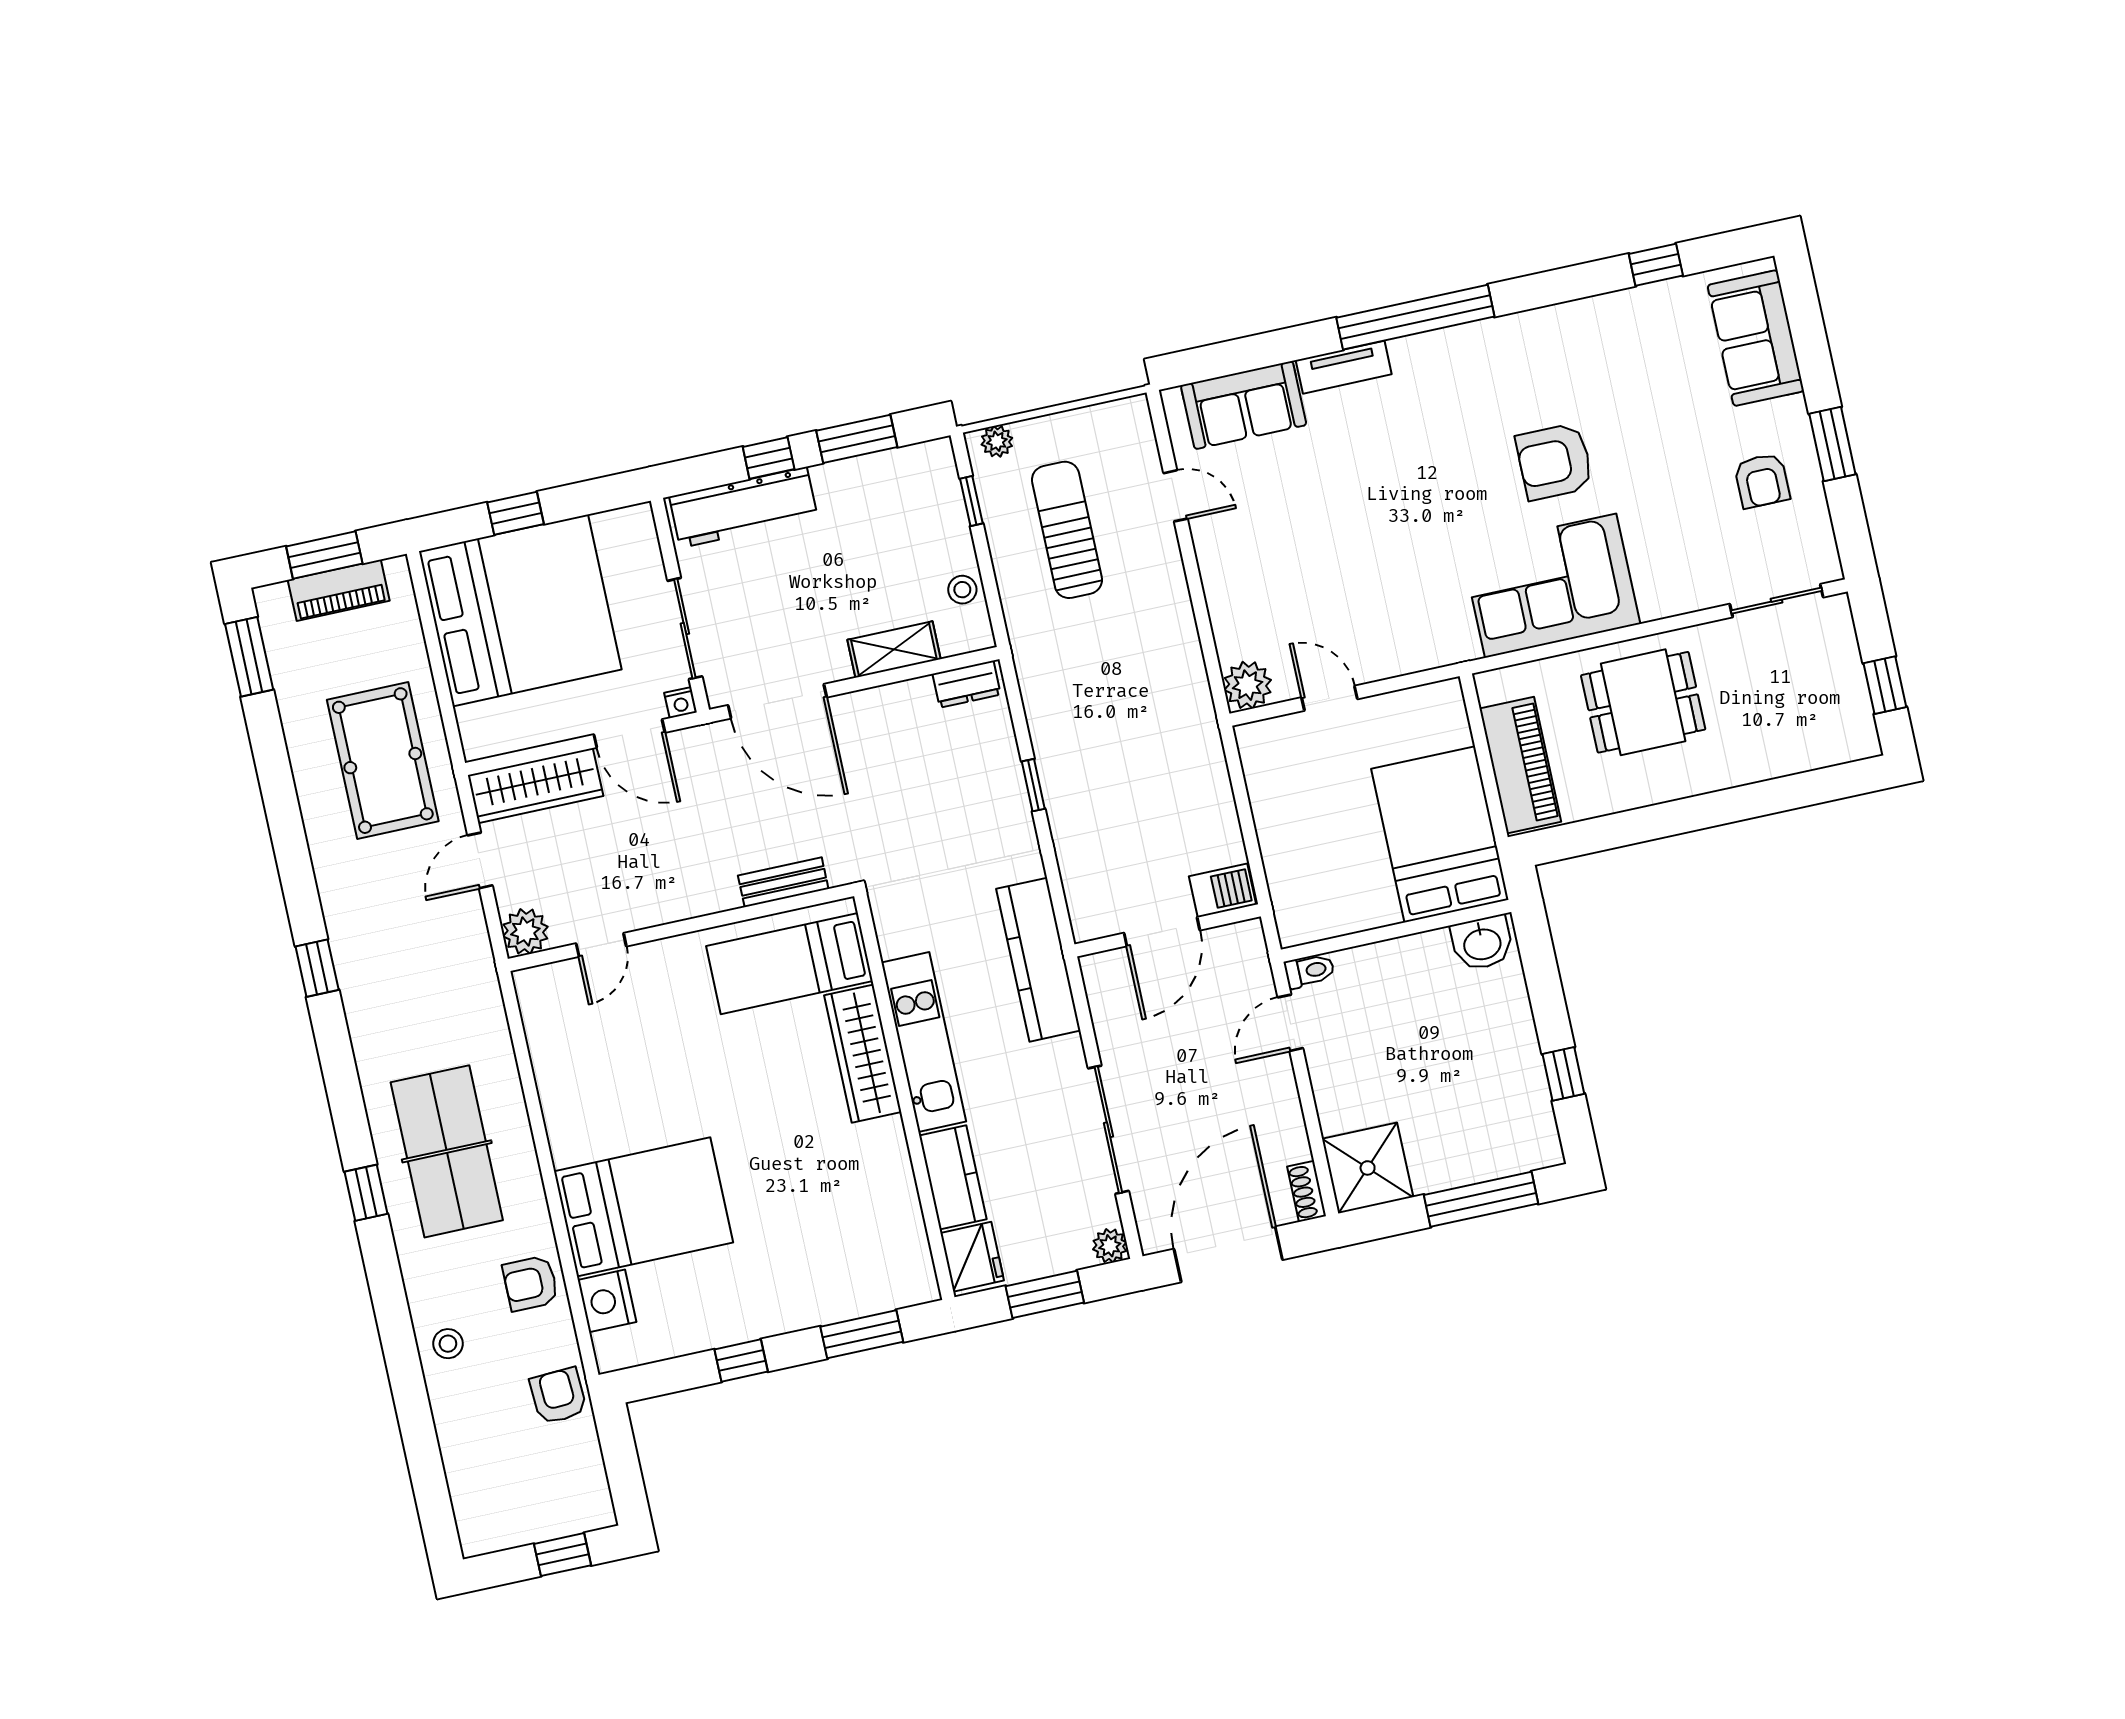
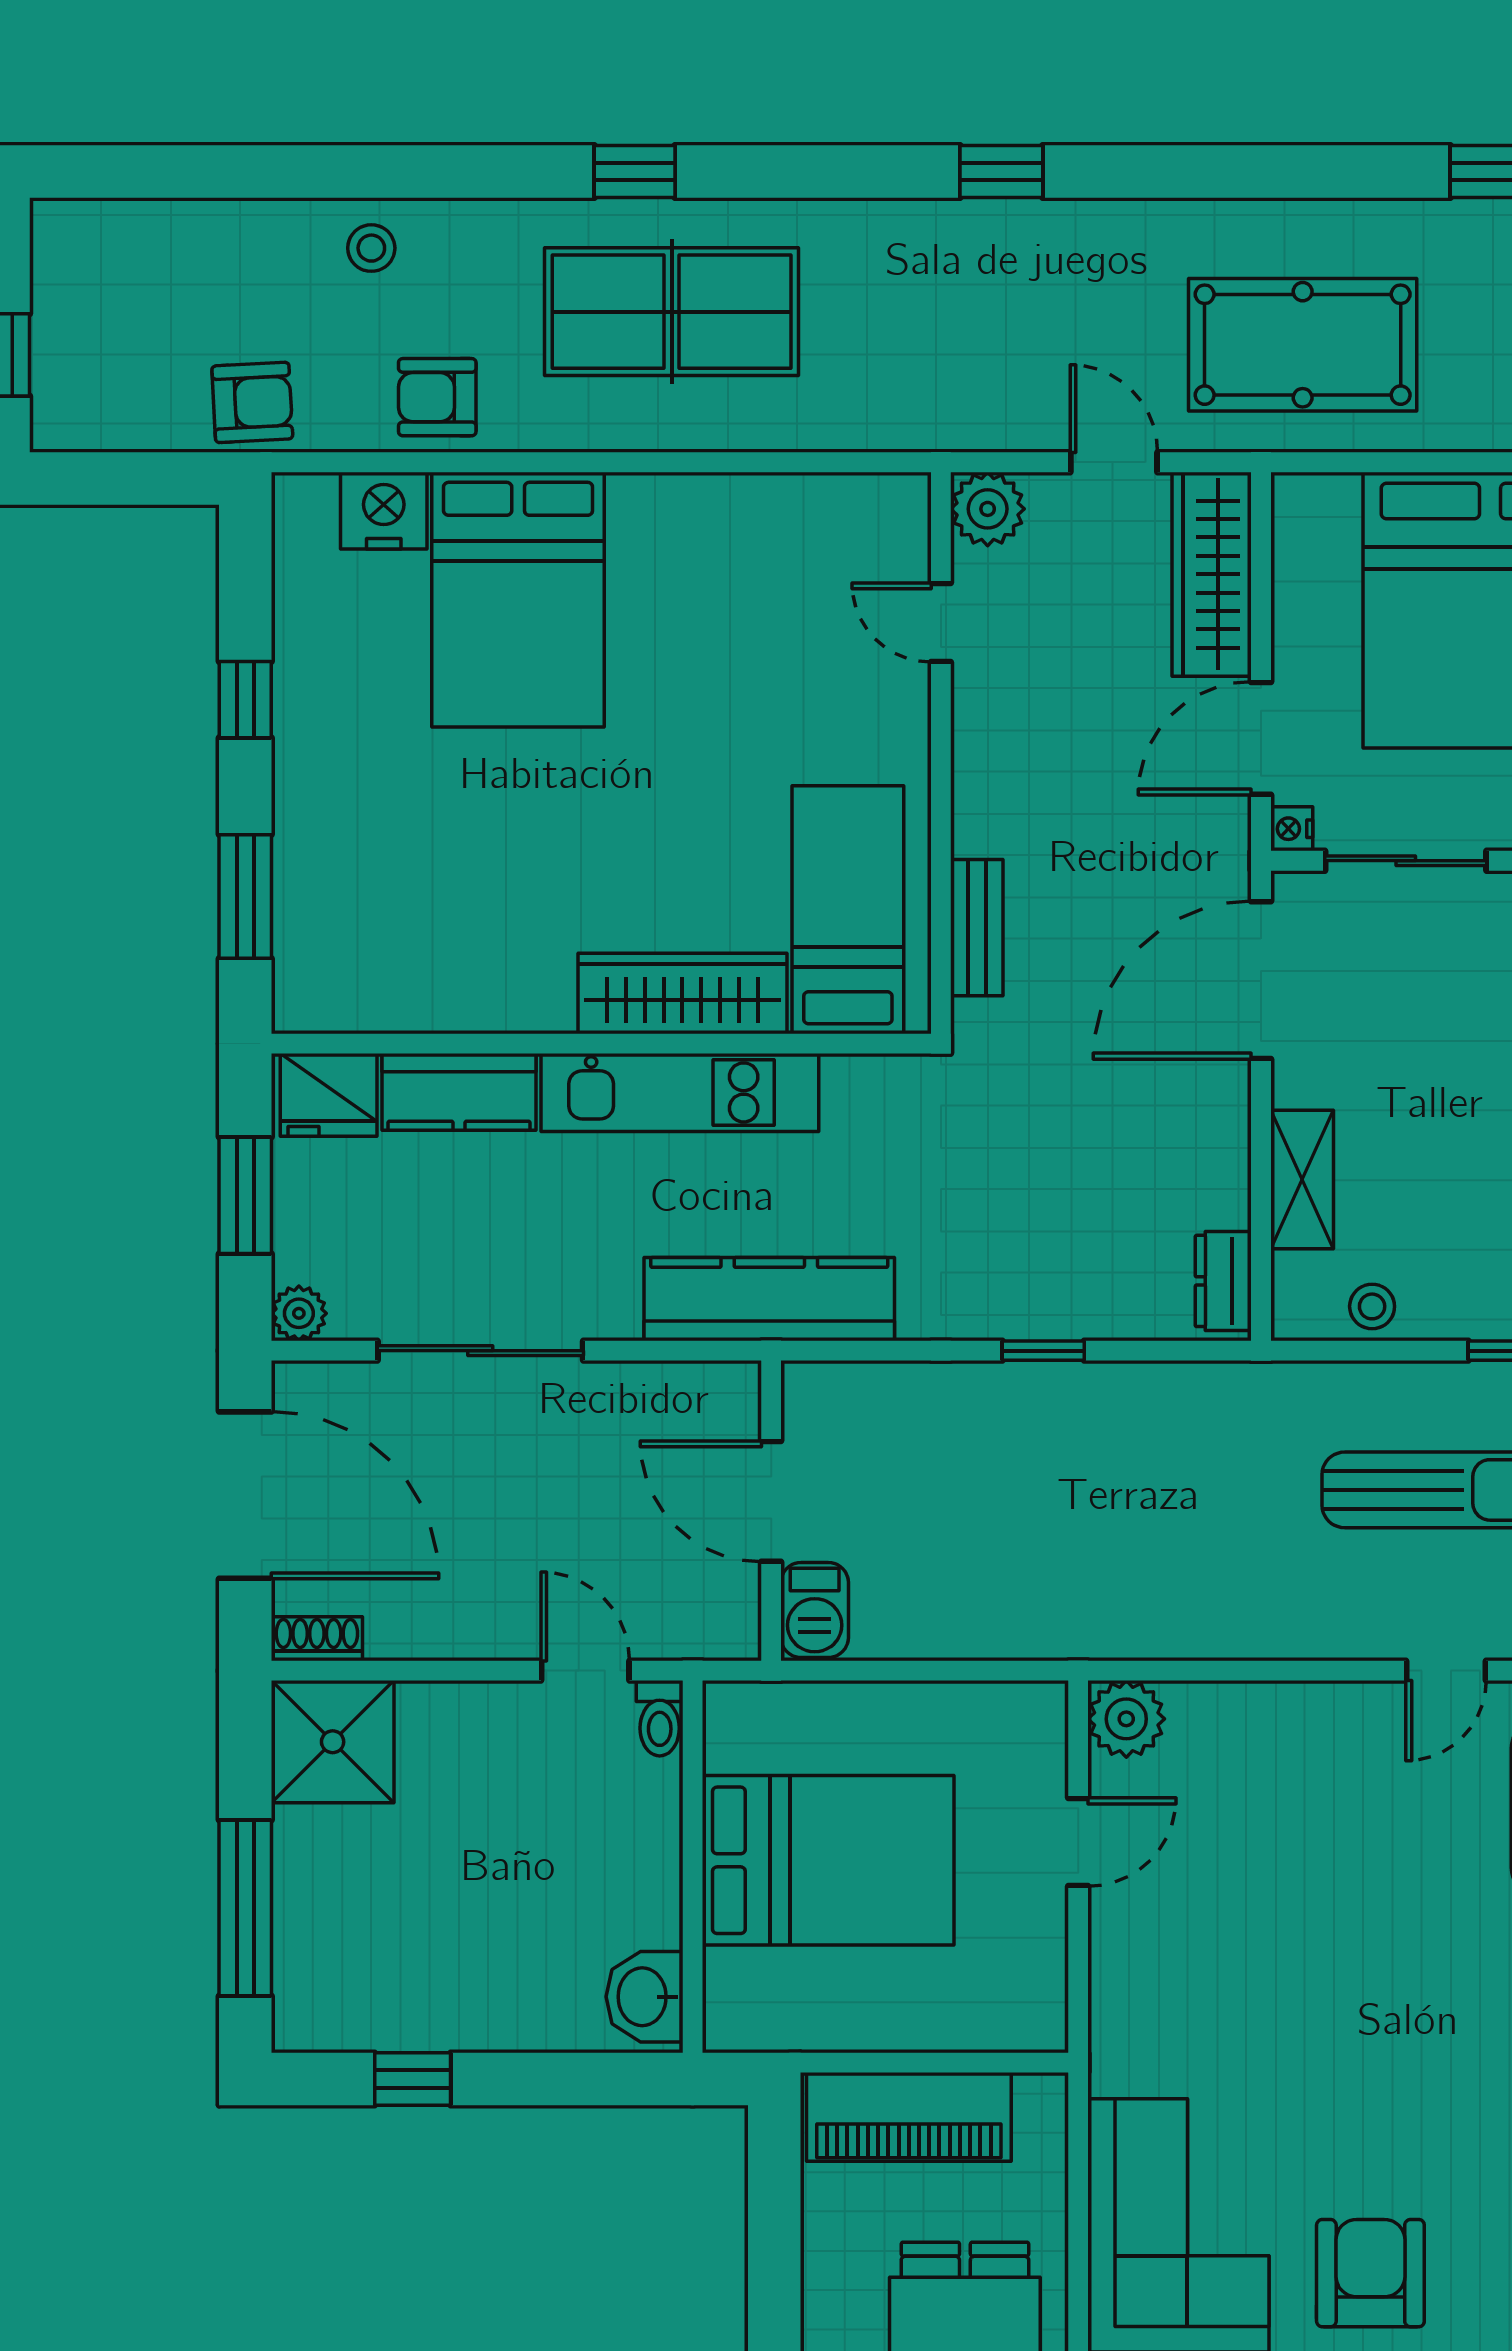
bed: (1440, 834) -> (828, 1860), moved
armchair: (530, 1283) -> (437, 397), turned -90

